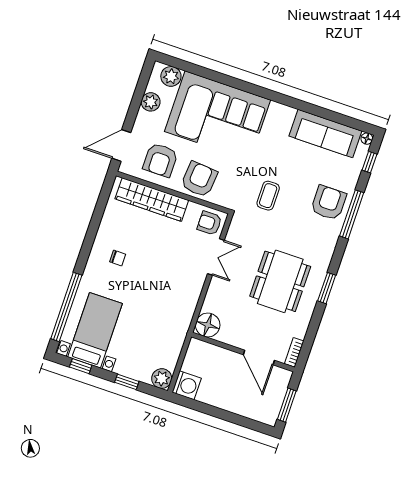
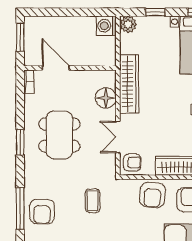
wardrobe: (183, 312) -> (129, 84), added
floor lamp: (208, 325) -> (106, 98), moved

